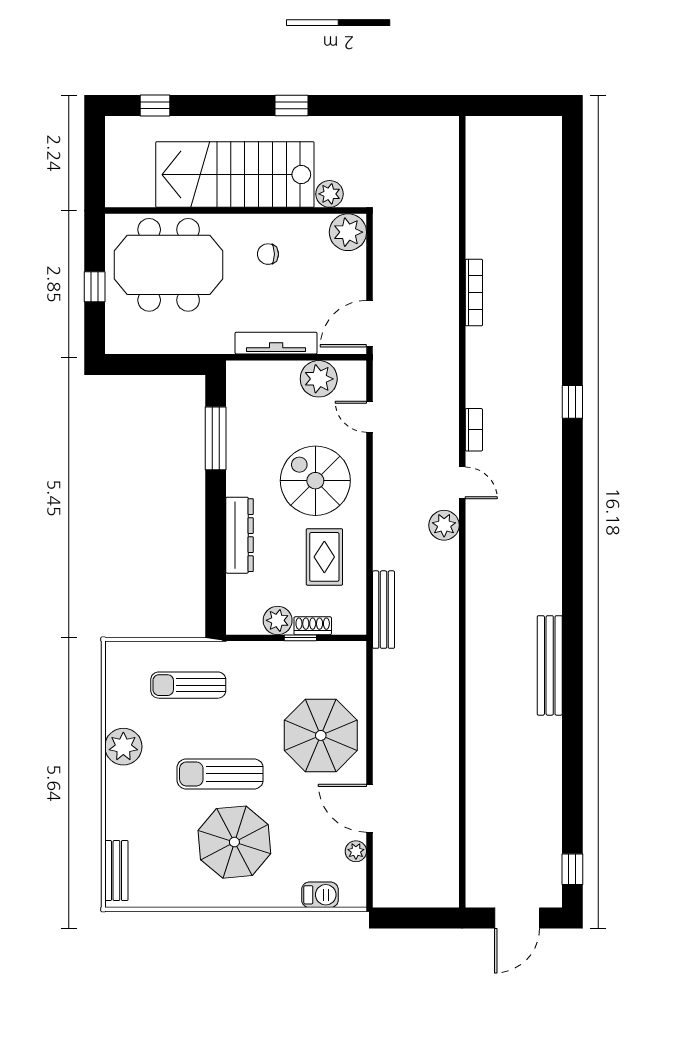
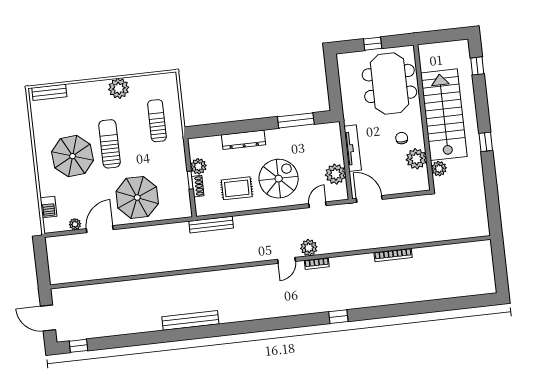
plant: (348, 232) -> (416, 159), moved
plant: (444, 525) -> (309, 248), moved

